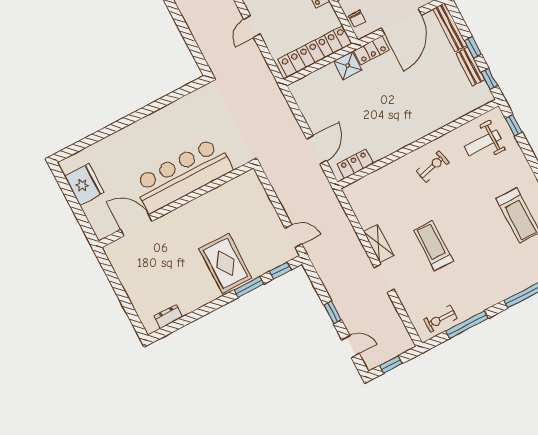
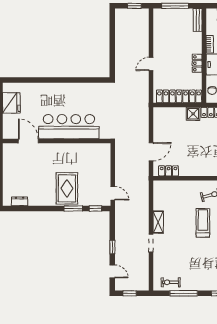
treadmill: (433, 246) -> (203, 223), moved

